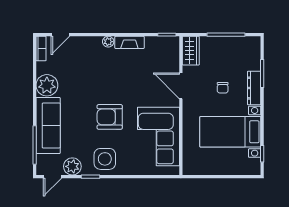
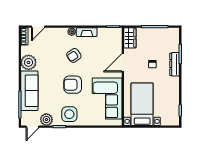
armchair: (111, 75) -> (74, 55), added
door: (181, 86) -> (123, 63), hinge flipped
bed with nightstands: (230, 132) -> (142, 104), moved, turned 90

